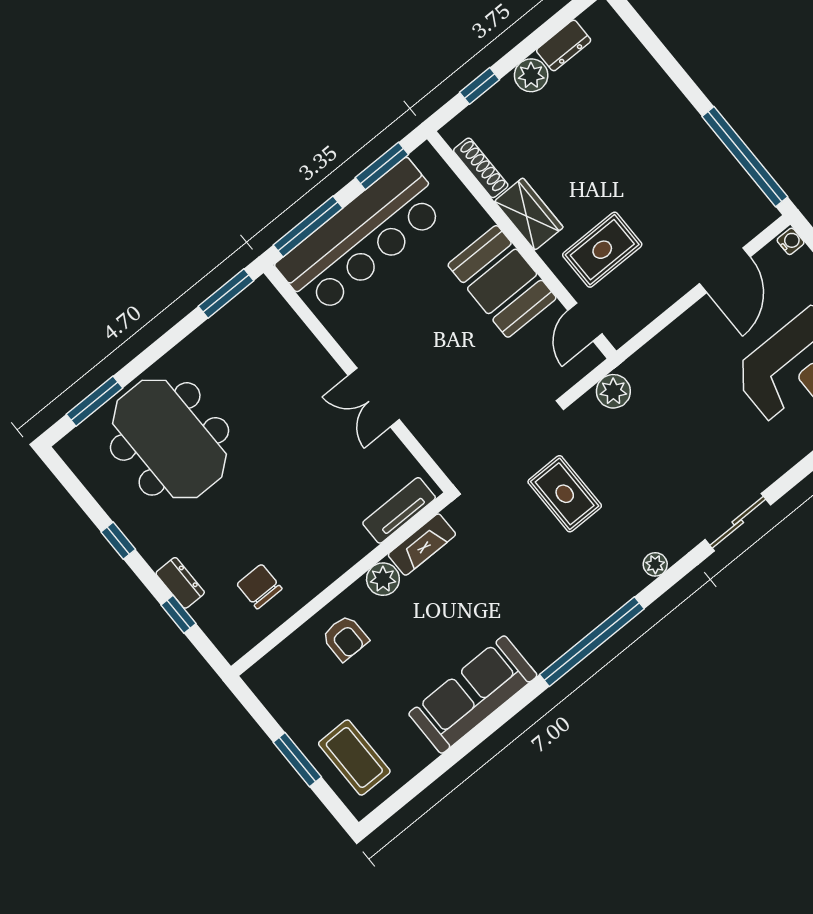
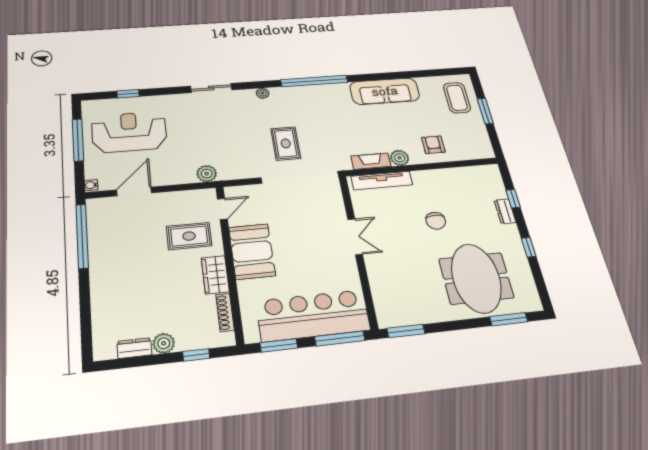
plant: (613, 391) -> (207, 174), moved
tv unit: (399, 510) -> (382, 180), width x1.41
chair: (259, 586) -> (436, 221), moved

